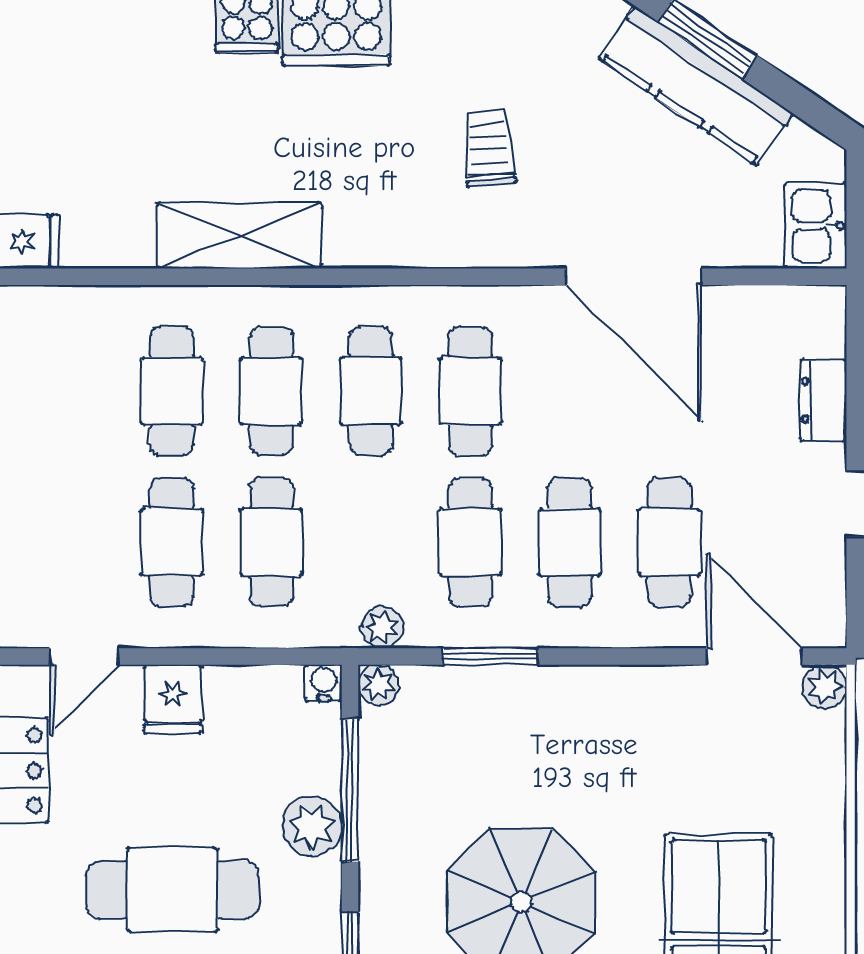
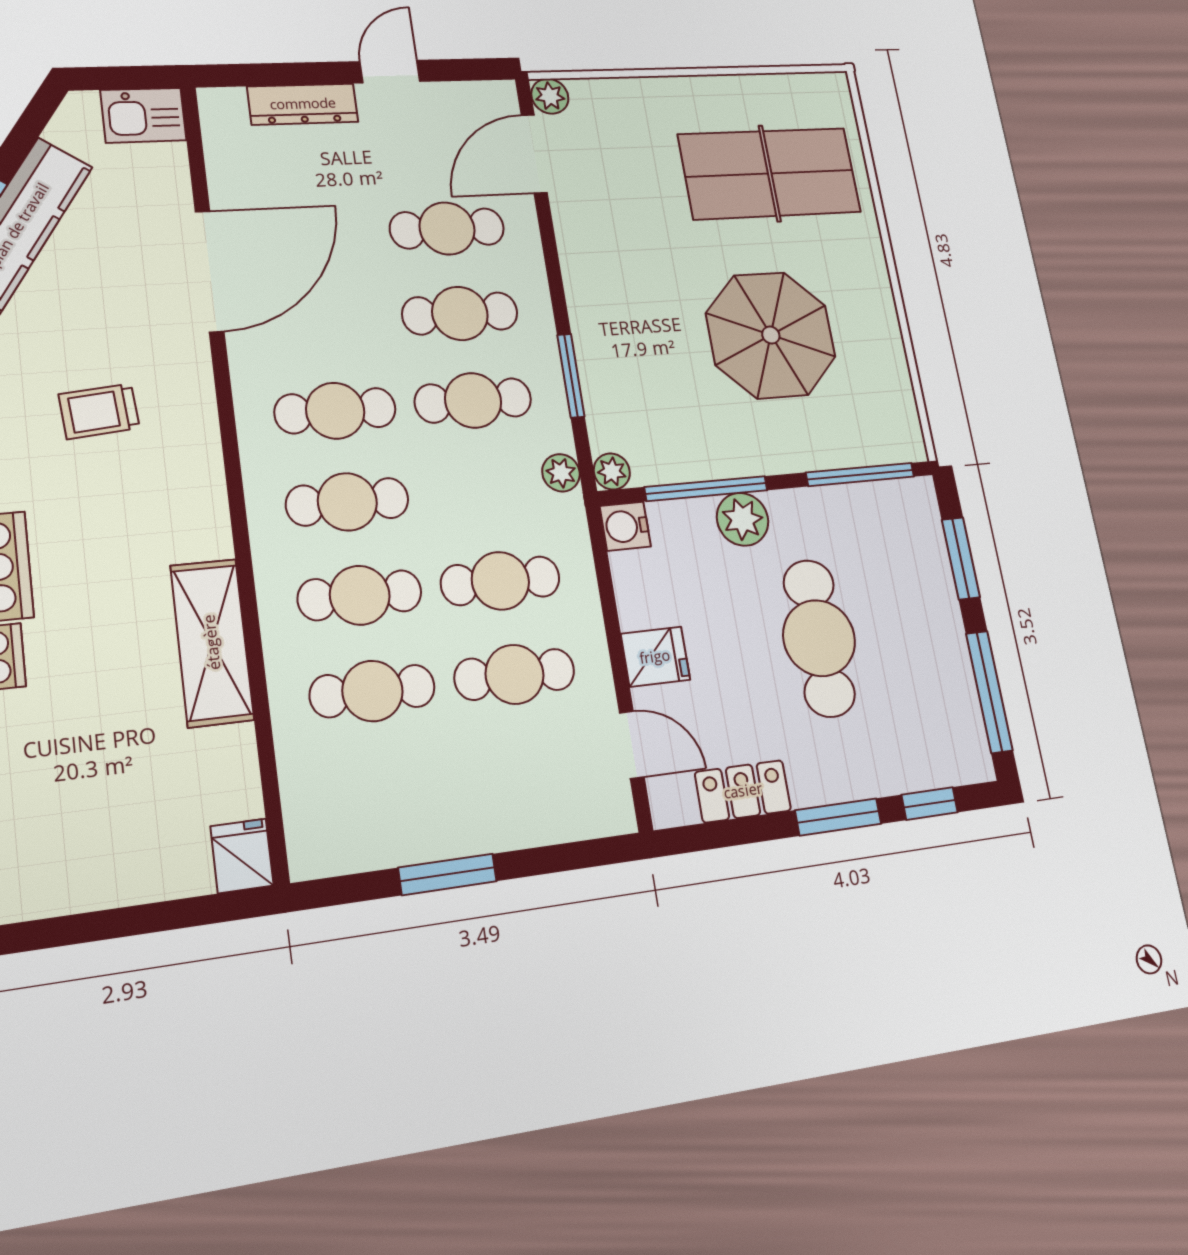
dresser: (823, 400) -> (303, 104), width x1.44
water cooler: (324, 683) -> (625, 526), width x1.38, depth x1.38

